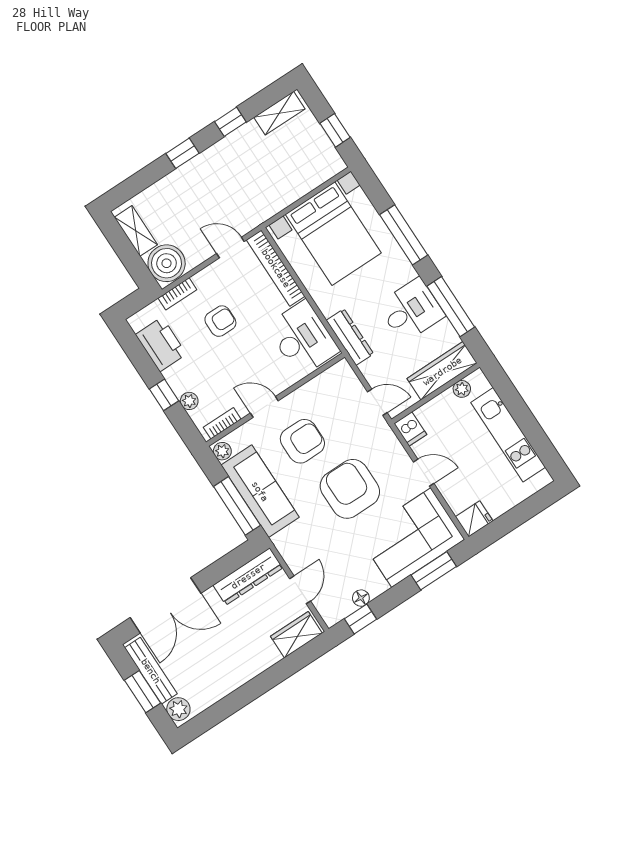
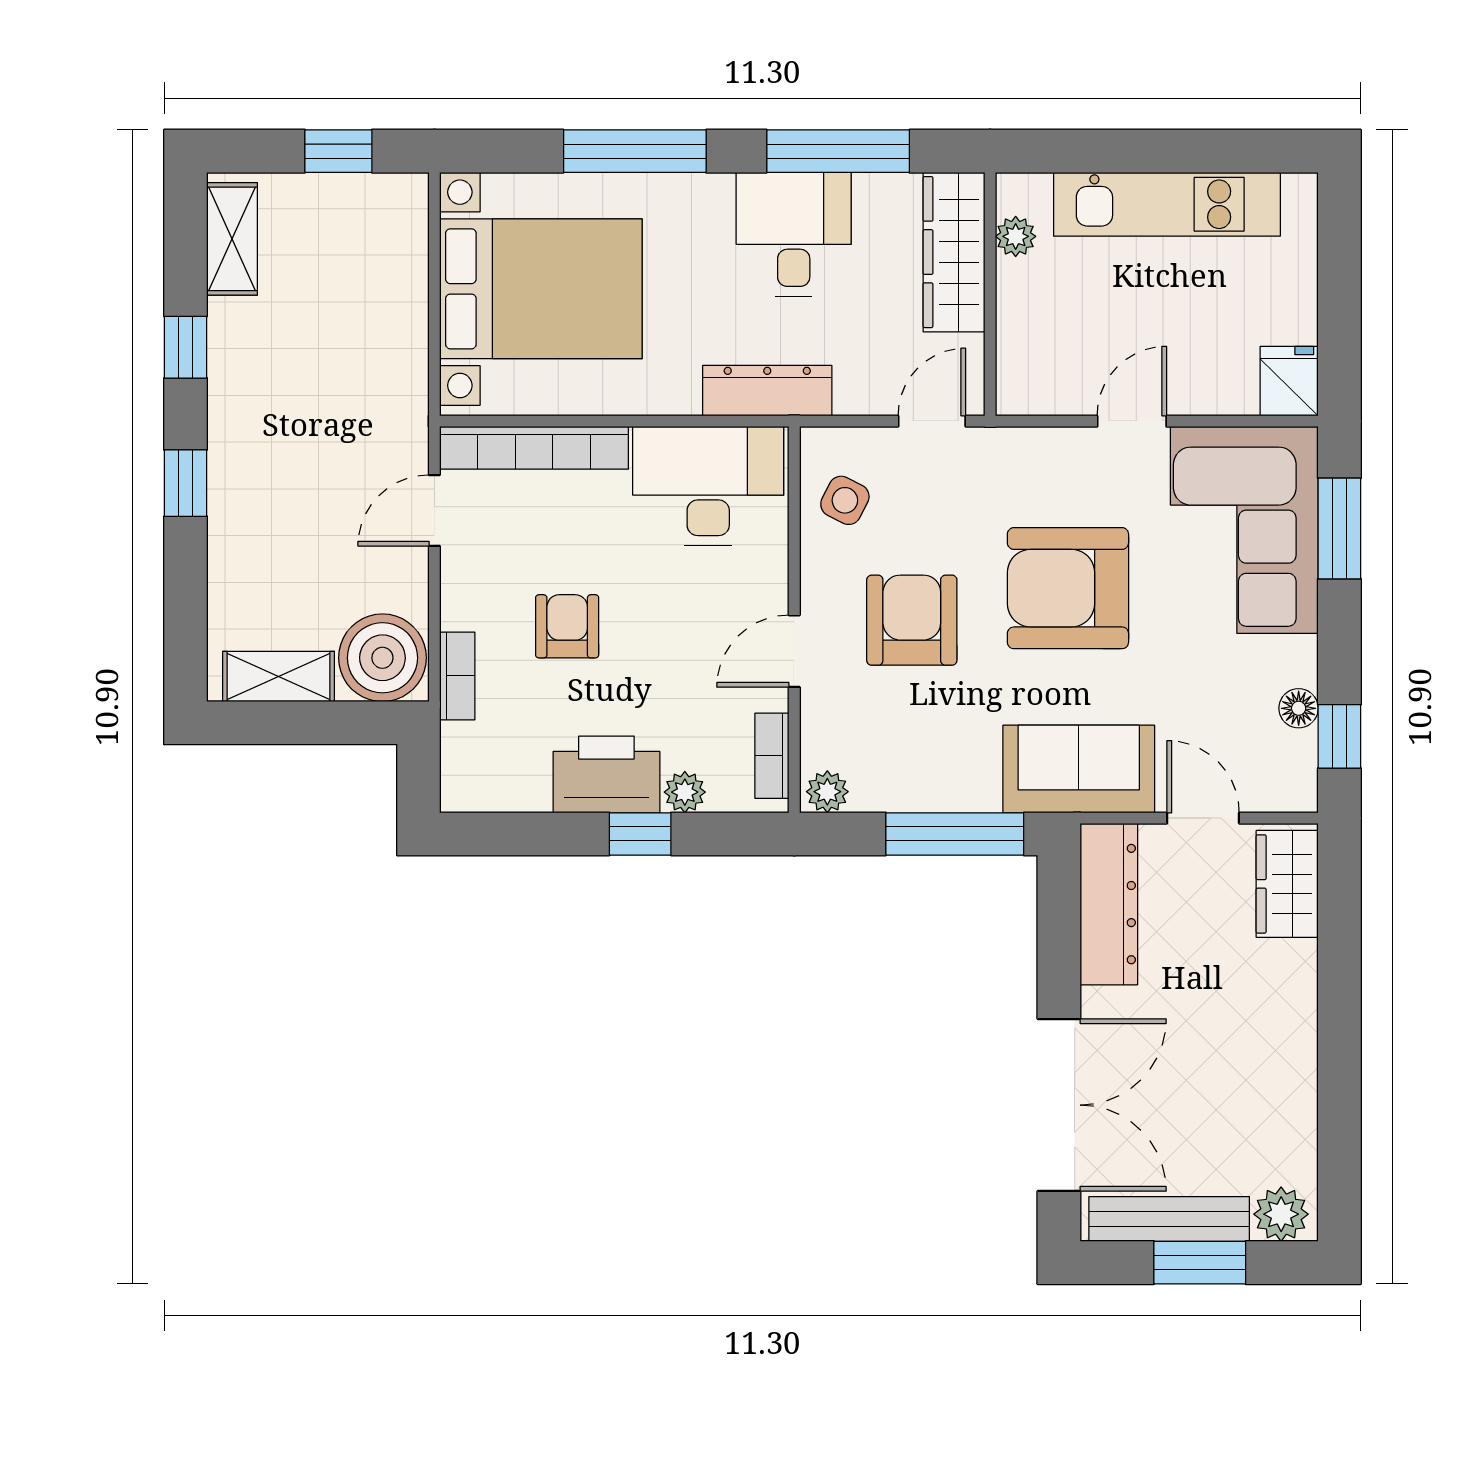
printer: (161, 344) -> (606, 774), moved
side table: (329, 390) -> (845, 500), added
dishwasher: (410, 429) -> (1028, 390), removed
sofa: (260, 491) -> (1079, 769), moved, width x0.73

